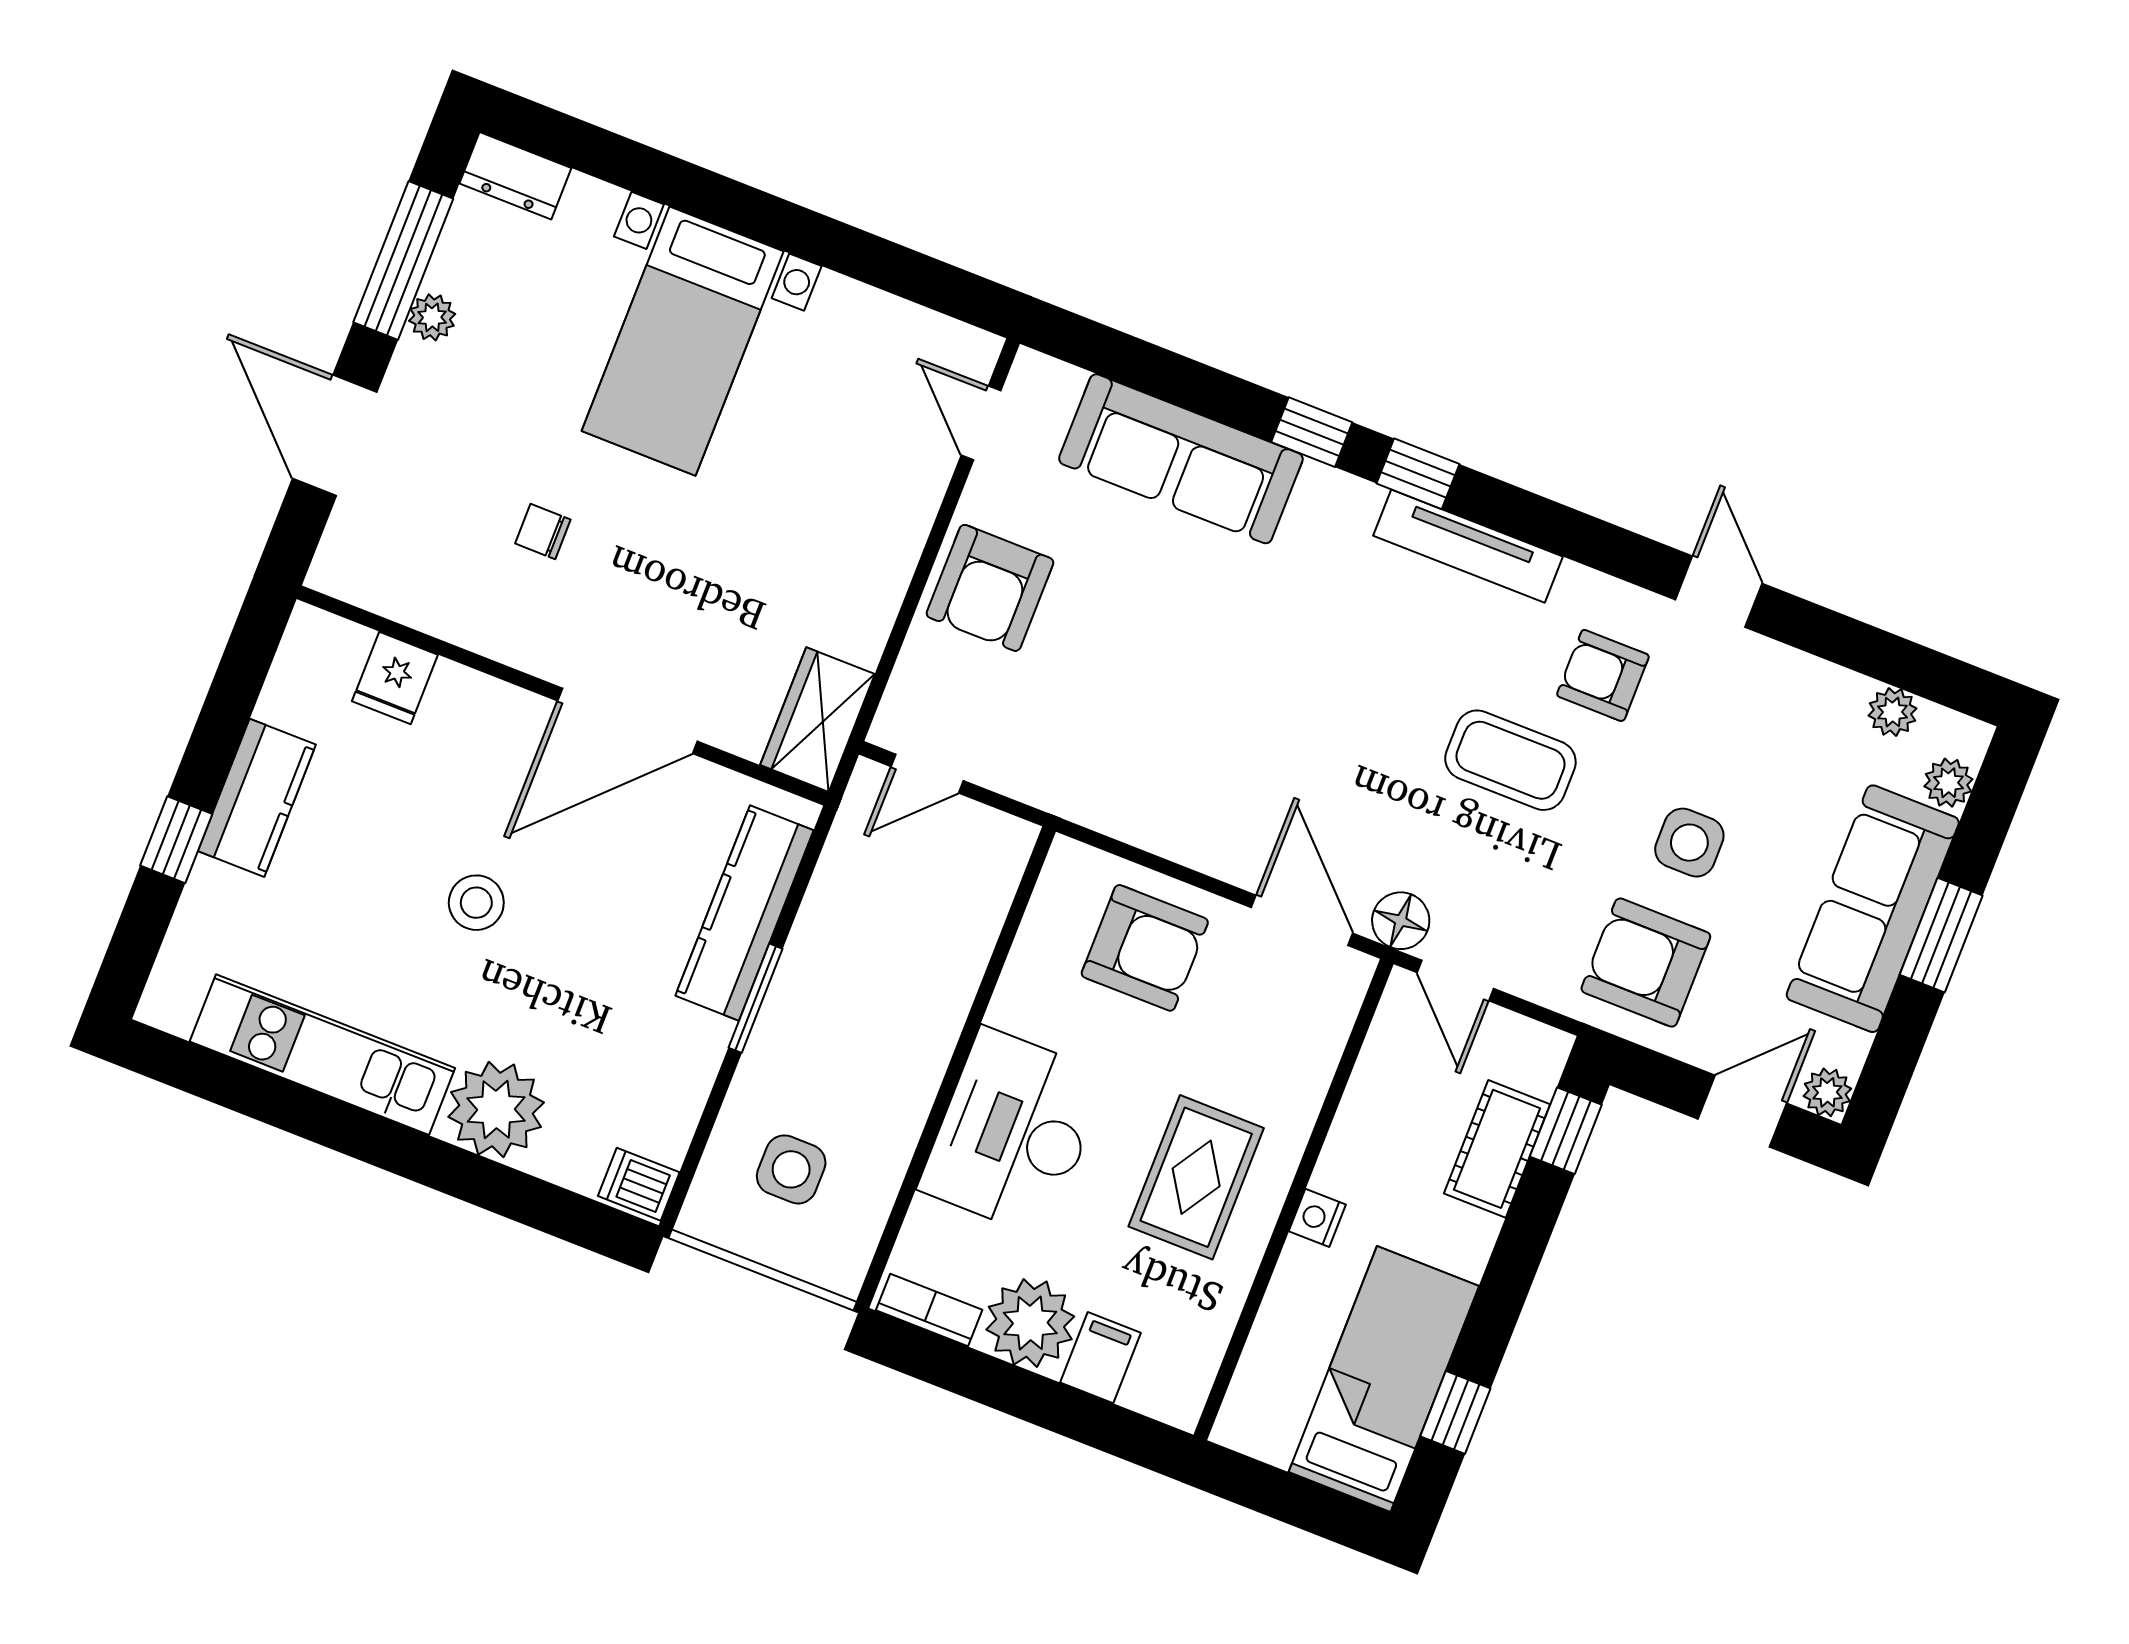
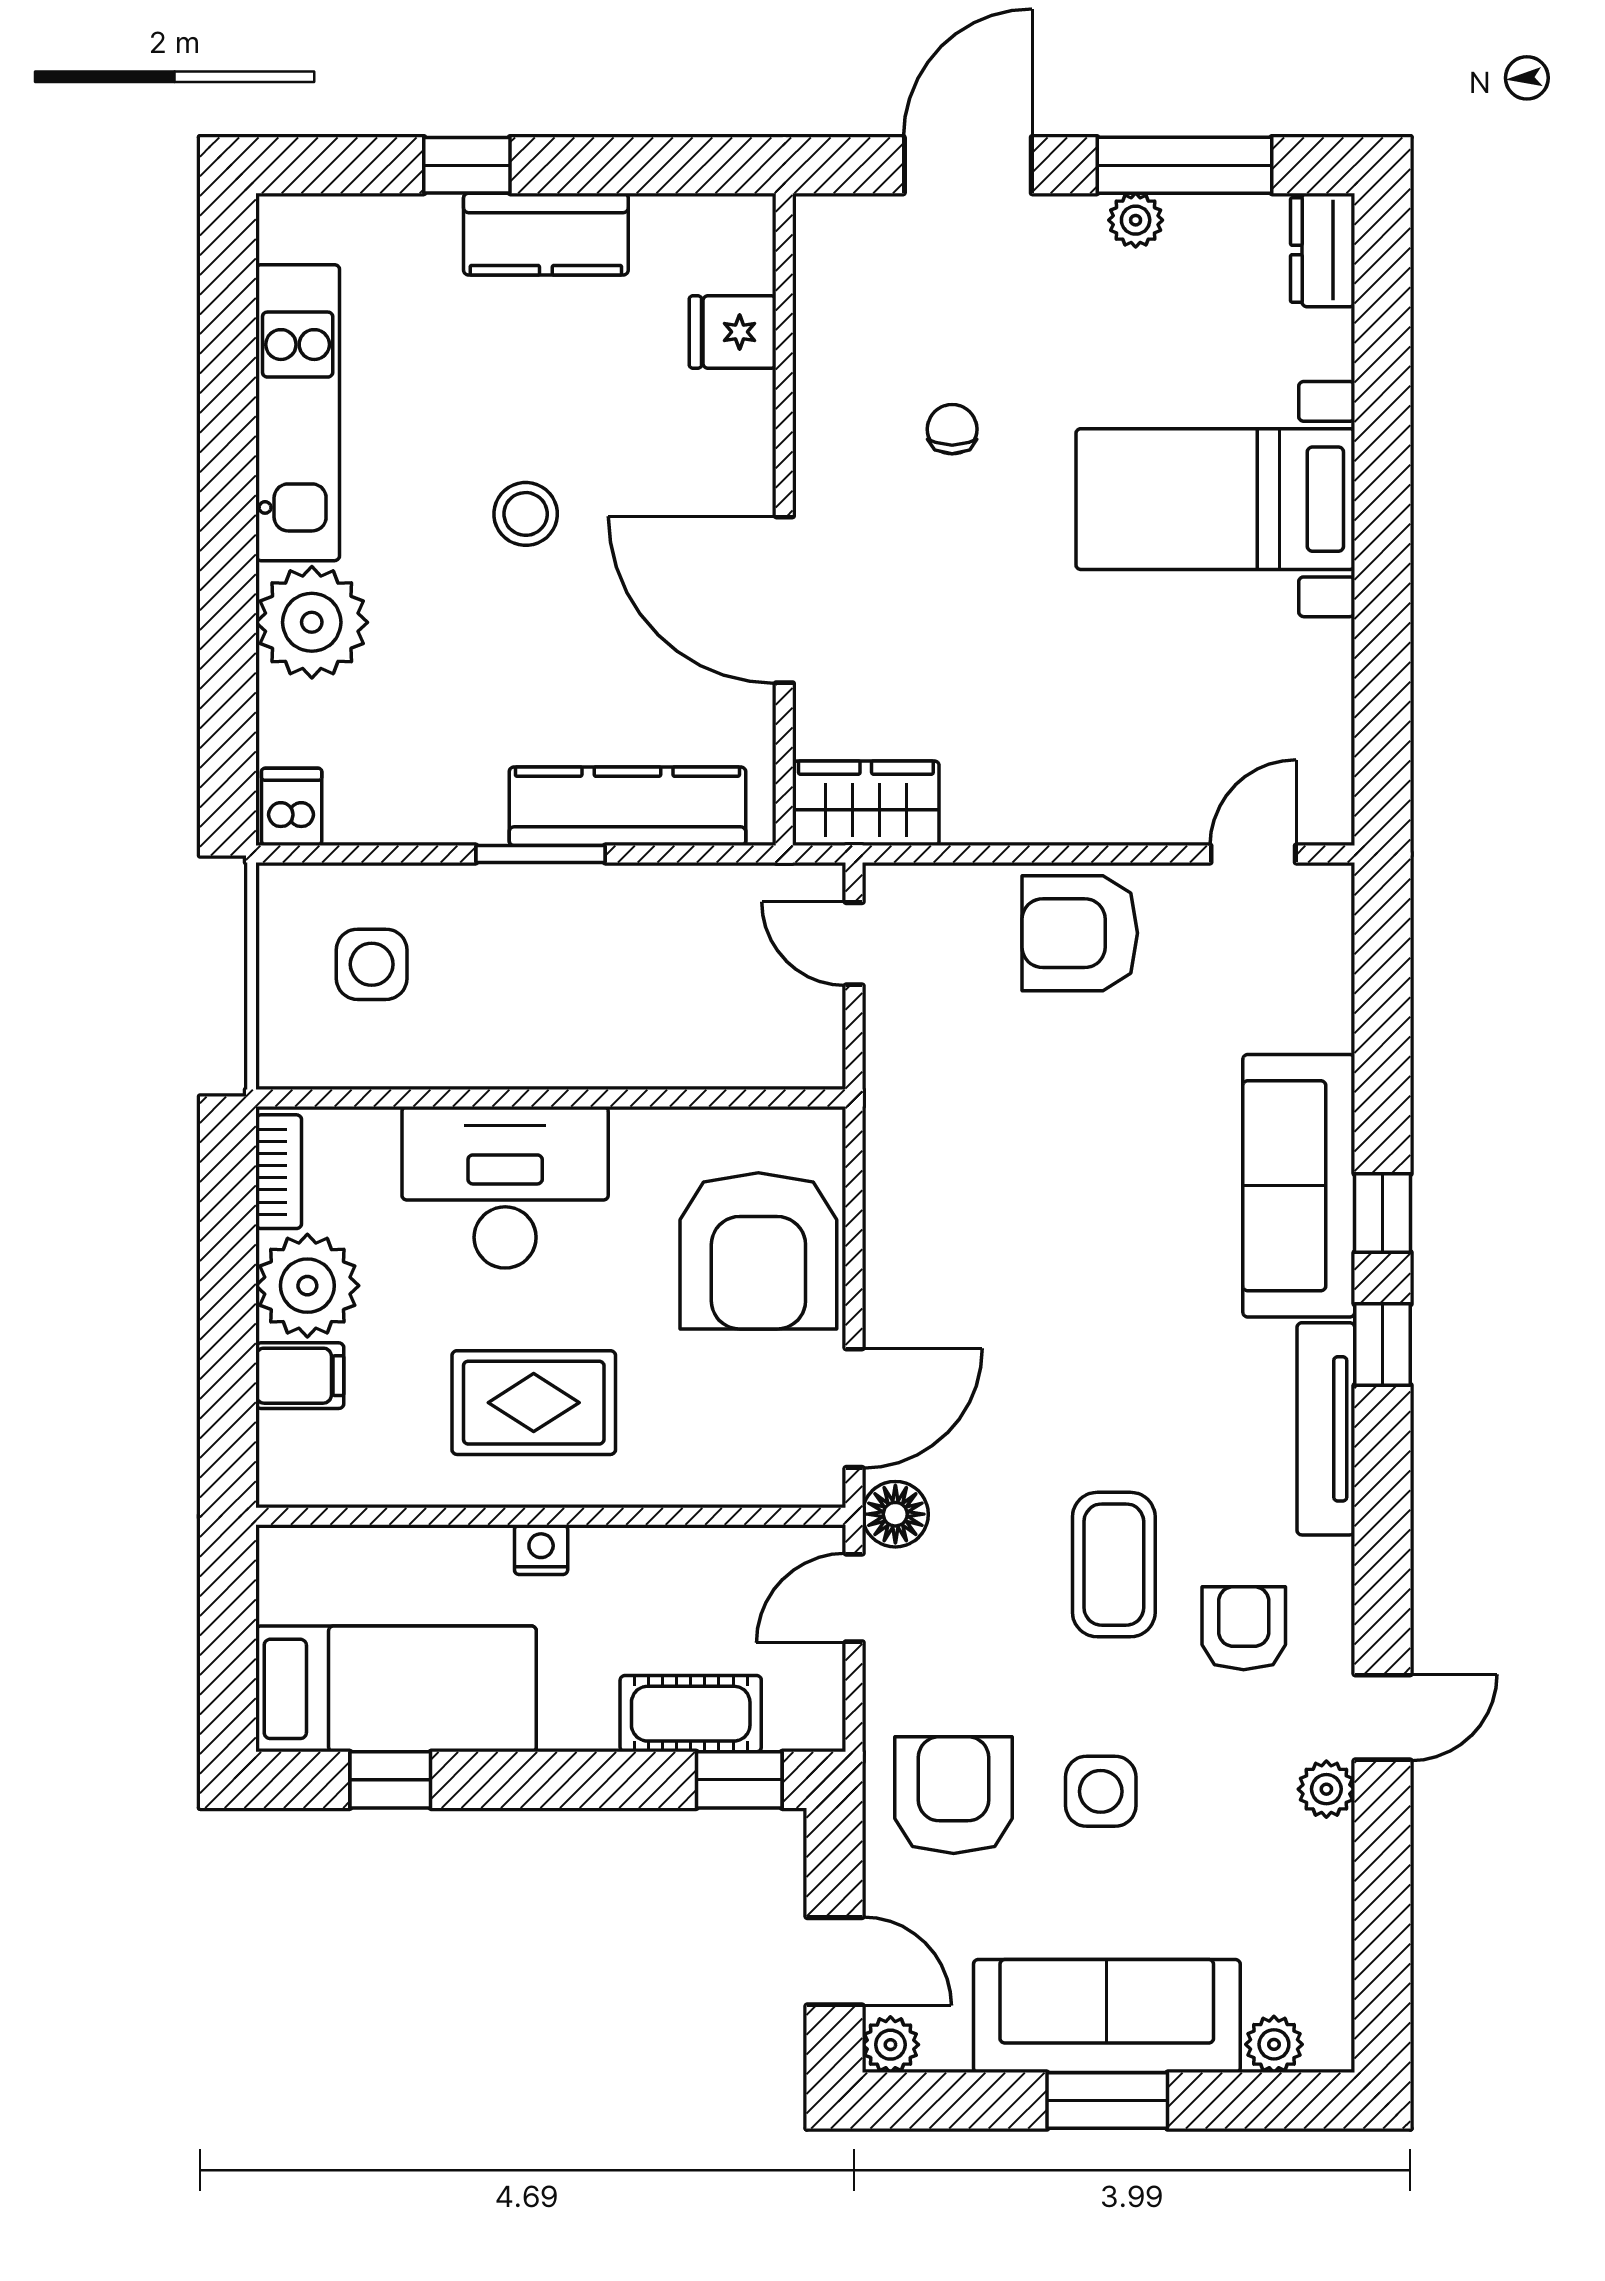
sofa: (1181, 459) -> (1299, 1186), moved
plant: (1892, 712) -> (1326, 1789), moved
armchair: (1145, 948) -> (758, 1251), width x1.36, depth x1.36

